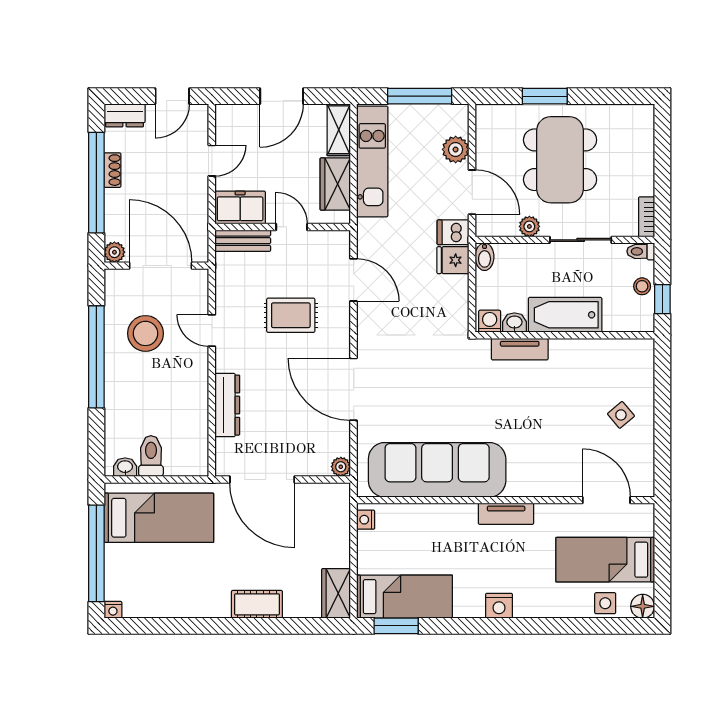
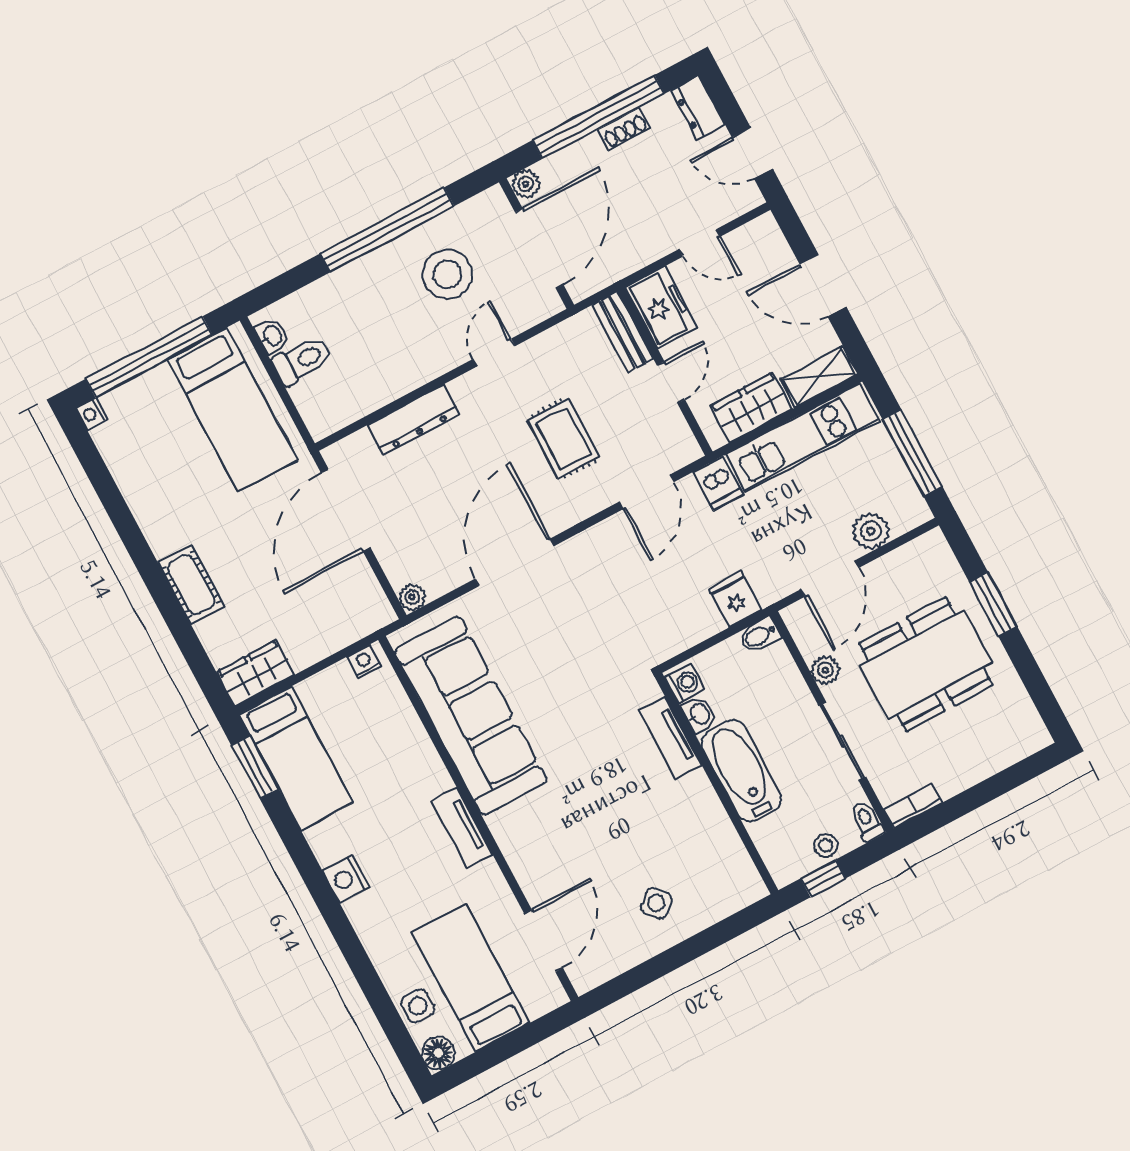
dishwasher: (453, 232) -> (718, 483), moved, turned 180

